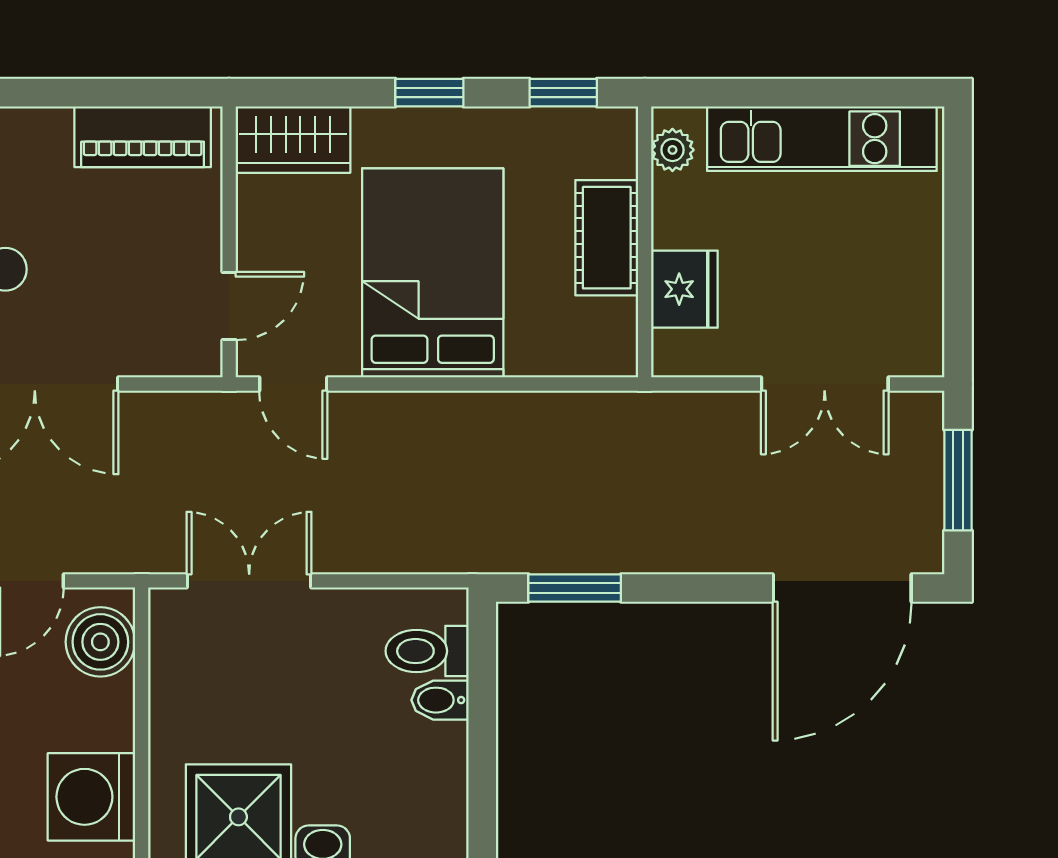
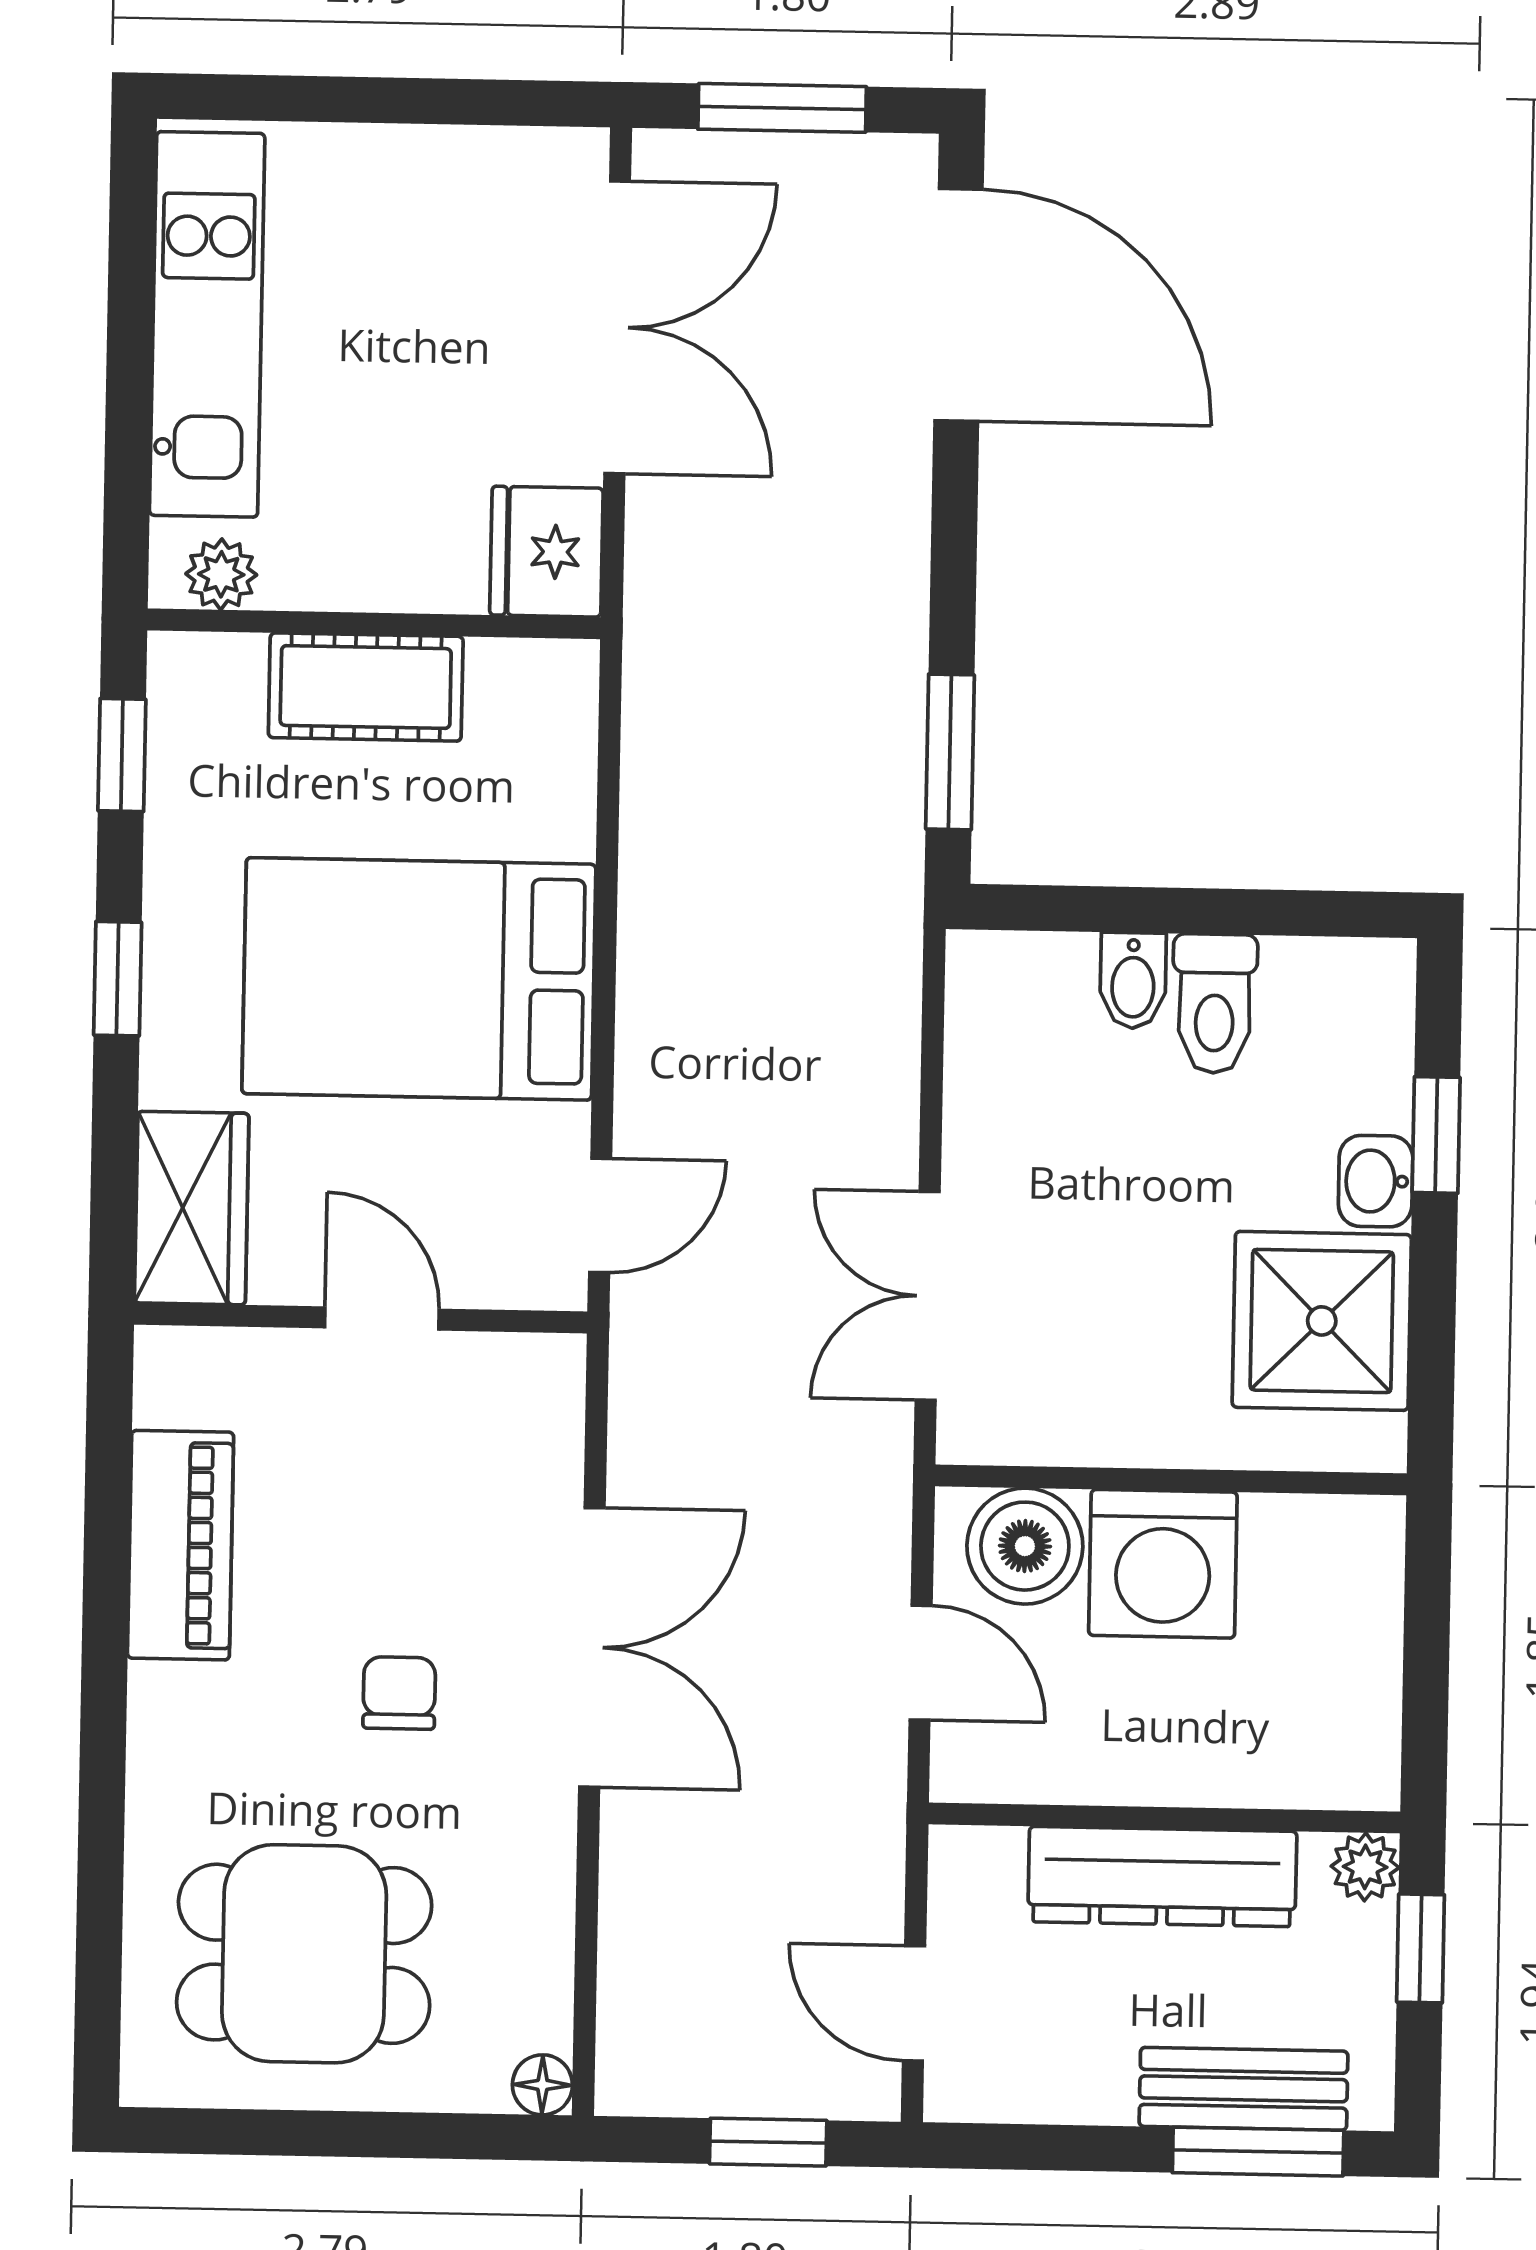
piano: (143, 137) -> (181, 1545), moved
fridge: (684, 289) -> (546, 552), moved, turned -90
door: (229, 306) -> (382, 1319), moved
double door: (825, 384) -> (617, 327), width x1.37
toilet: (427, 651) -> (1215, 1004), moved
washing machine: (91, 797) -> (1163, 1564), moved

